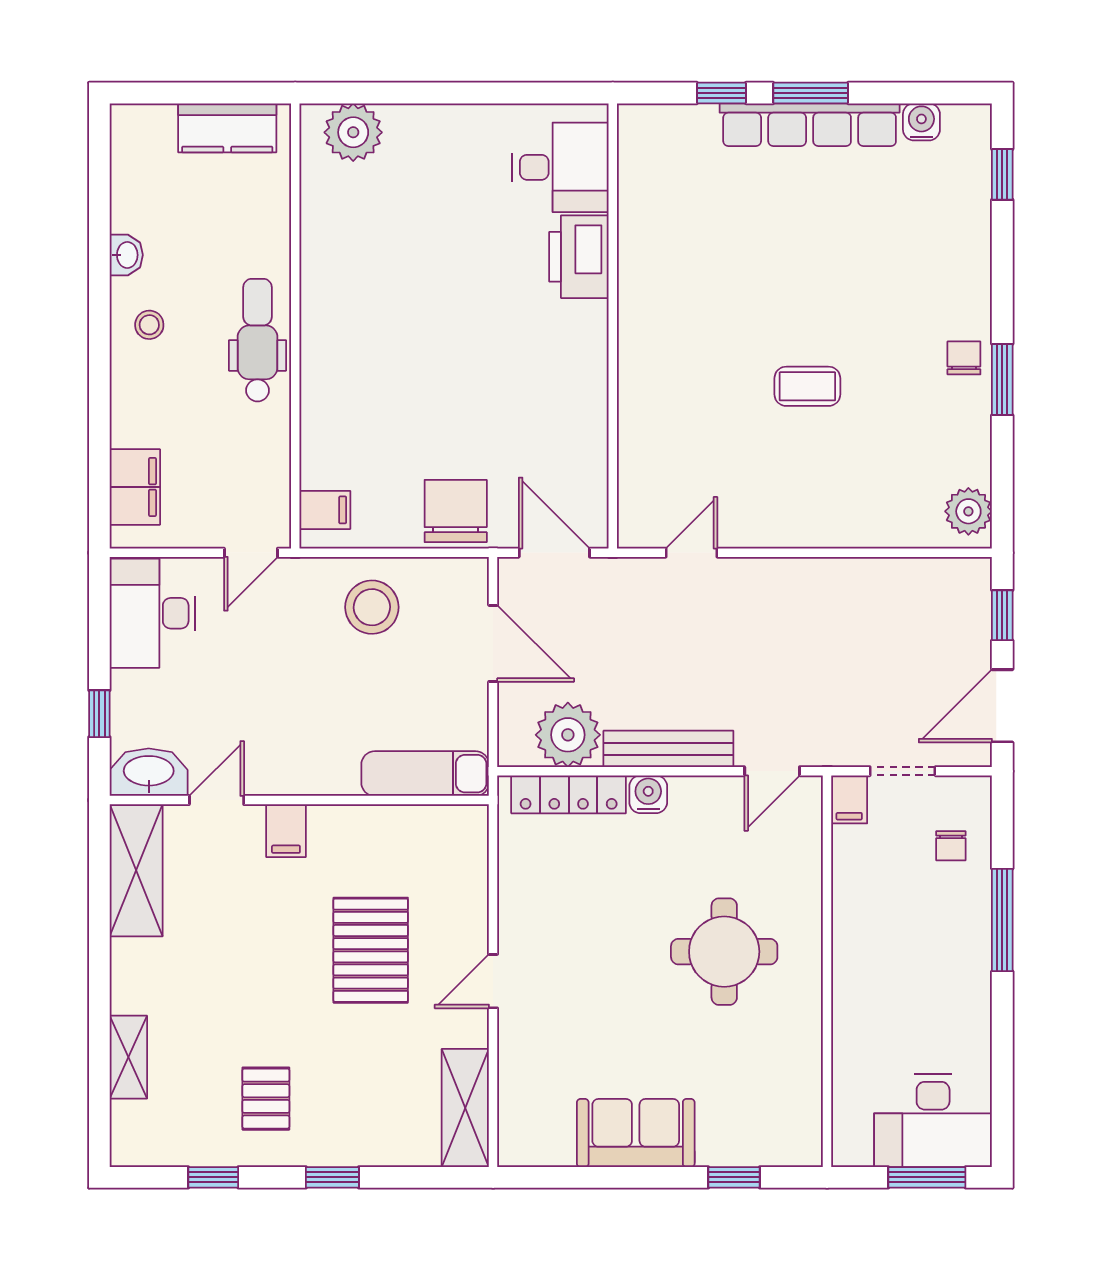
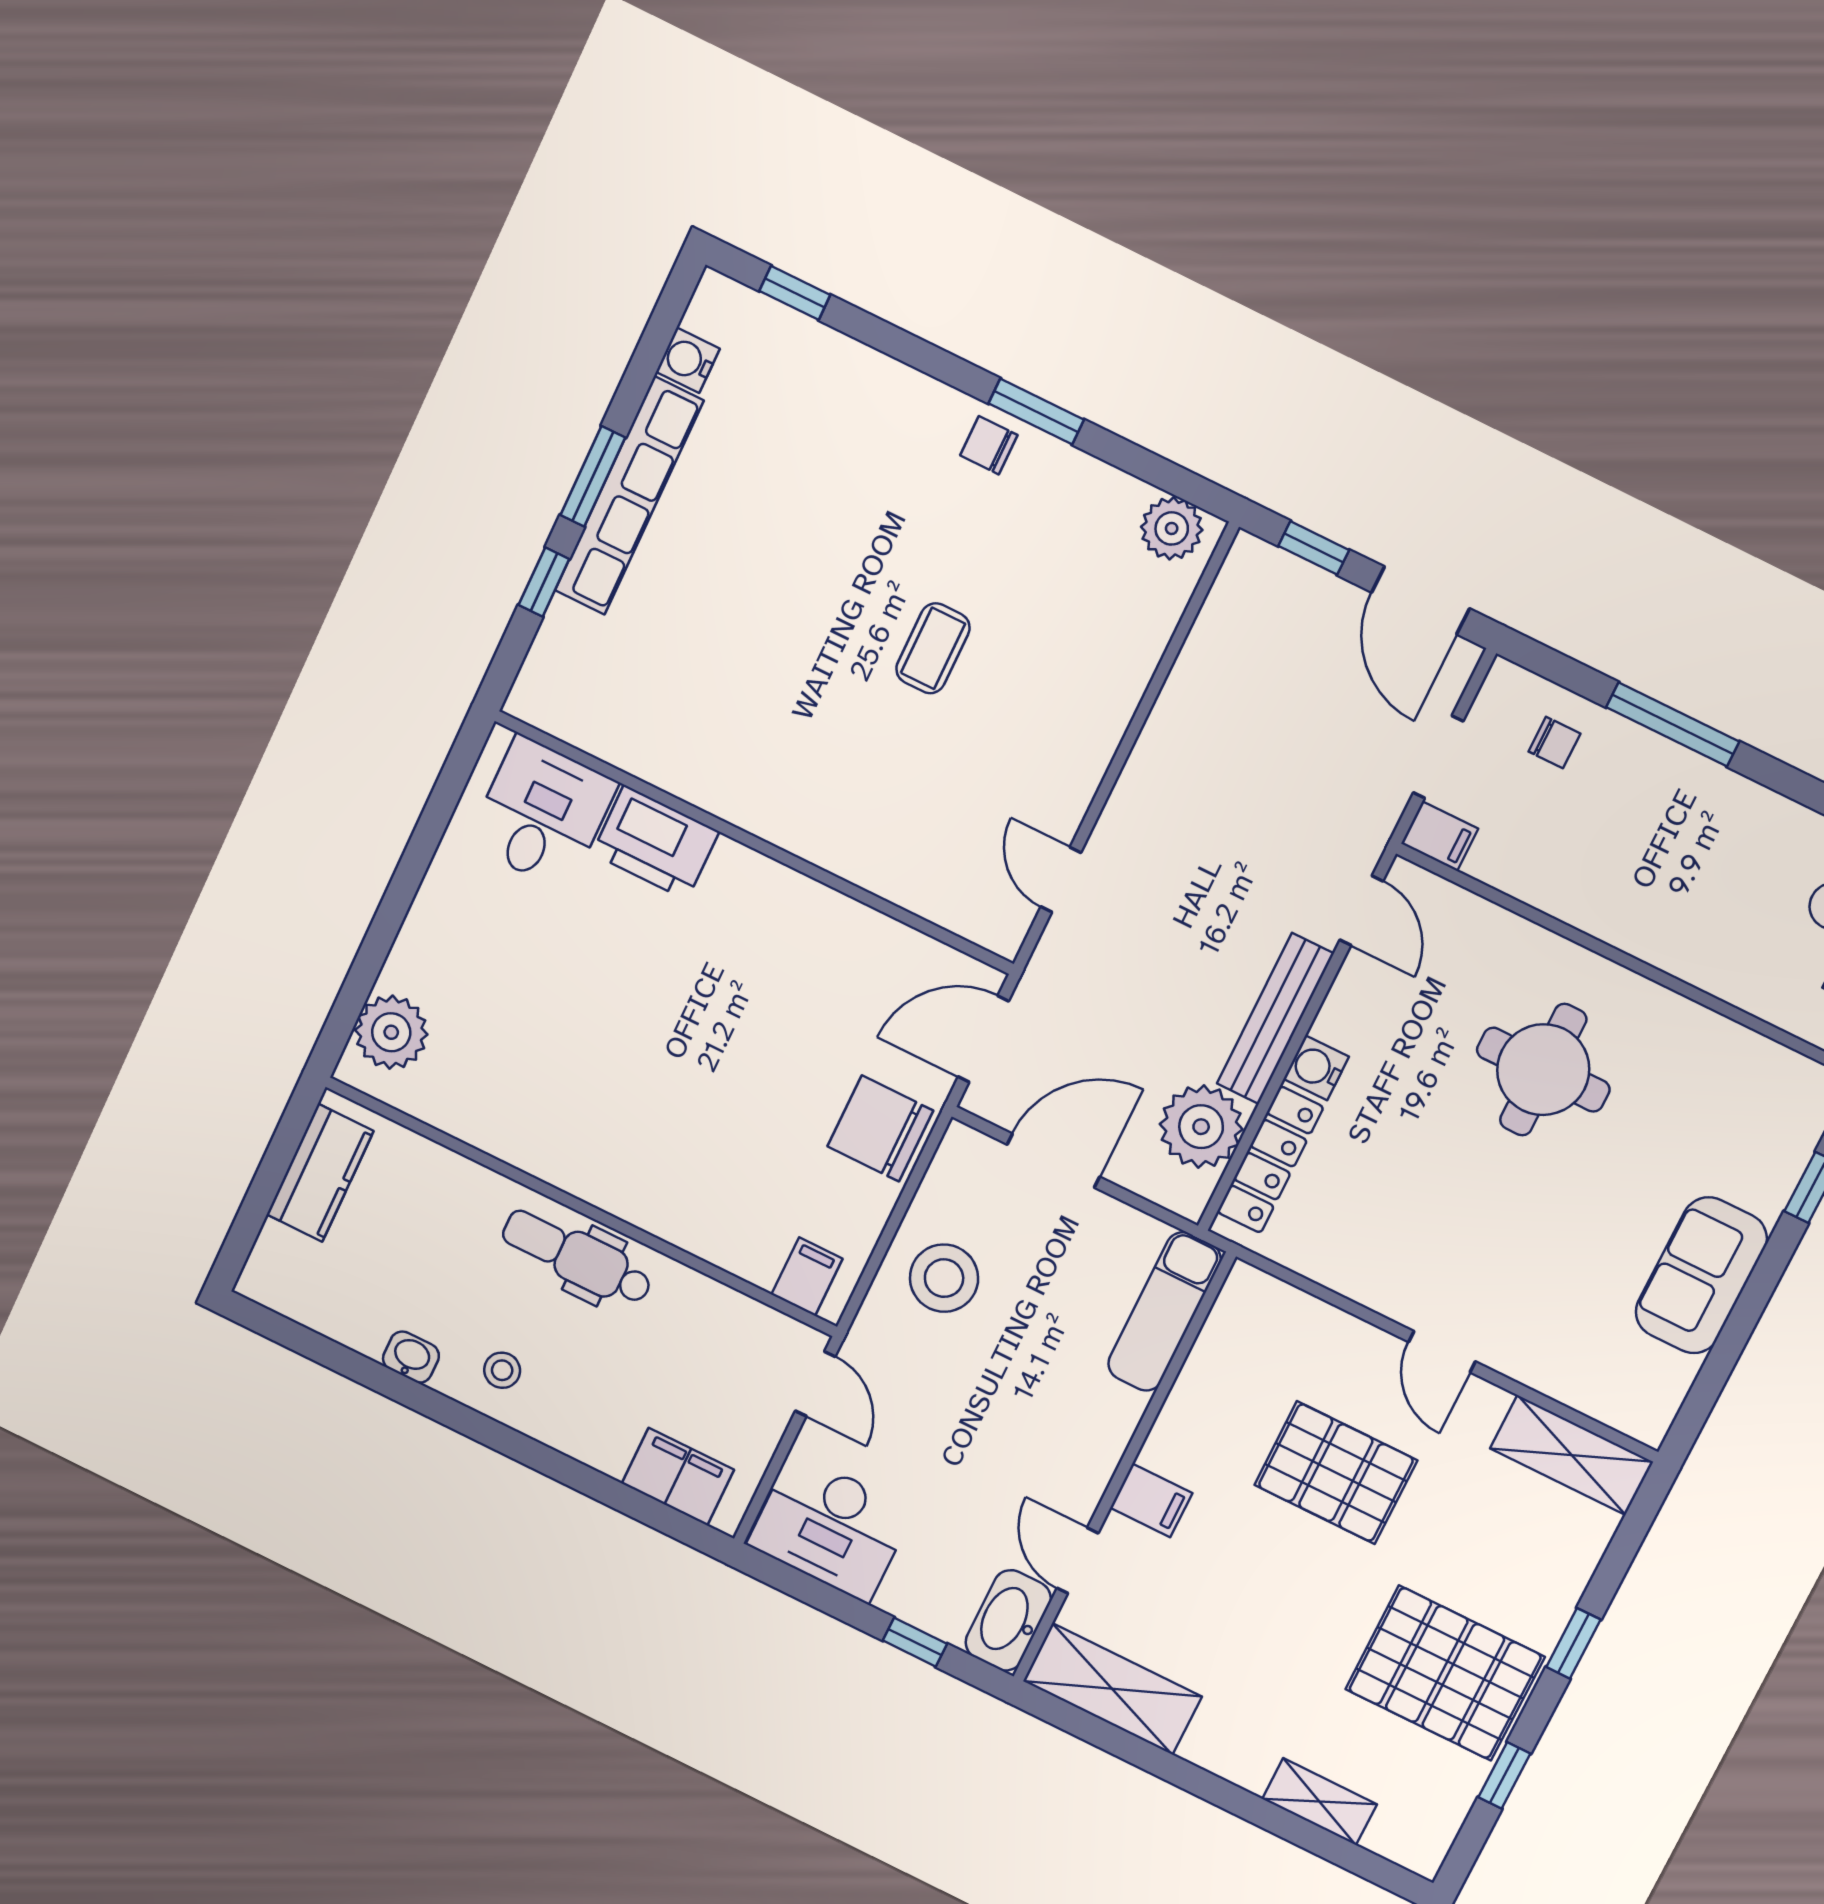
pallet: (266, 1099) -> (1445, 1673), width x2.05, depth x2.00

